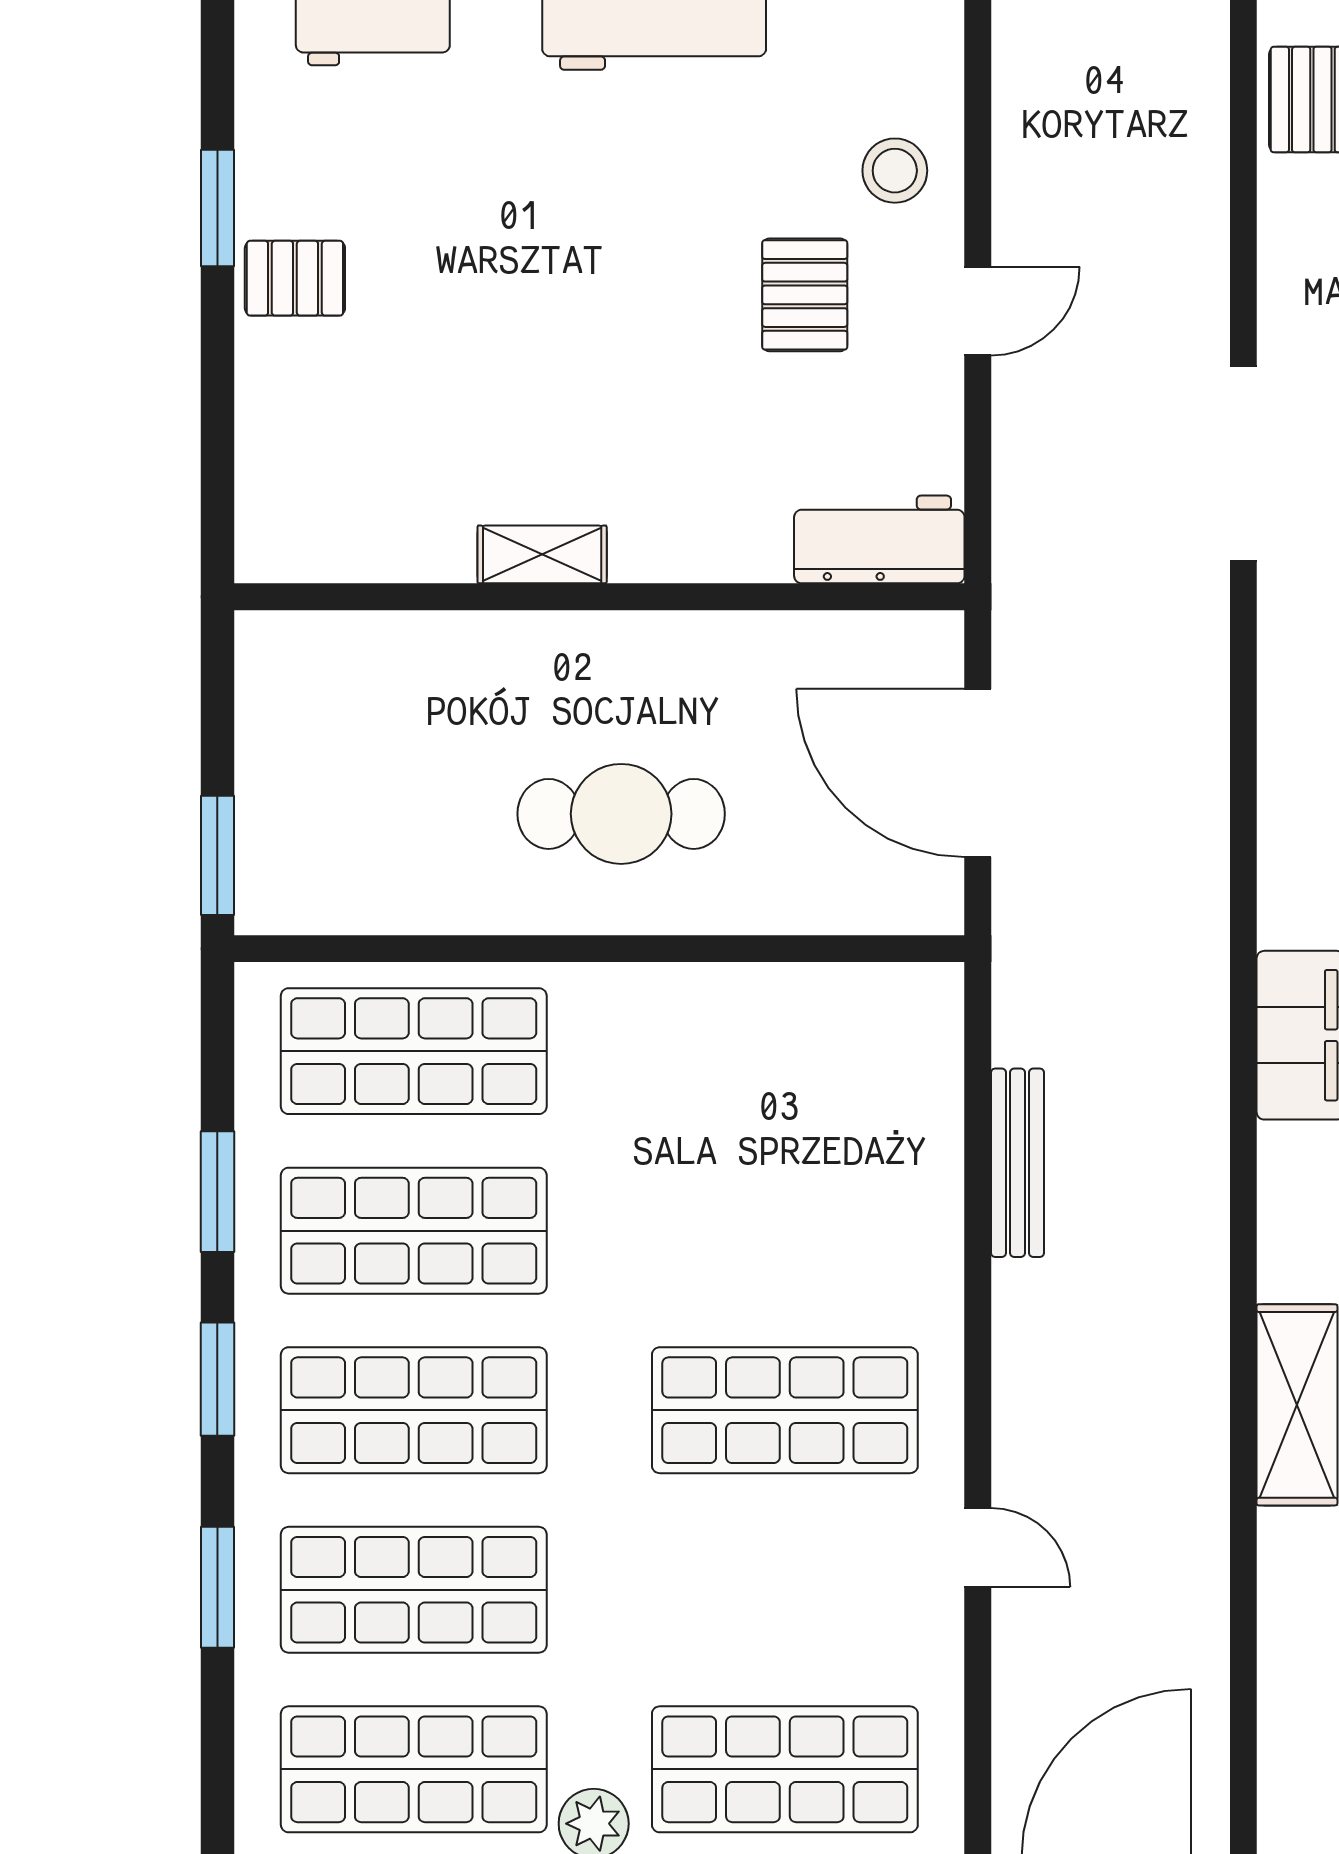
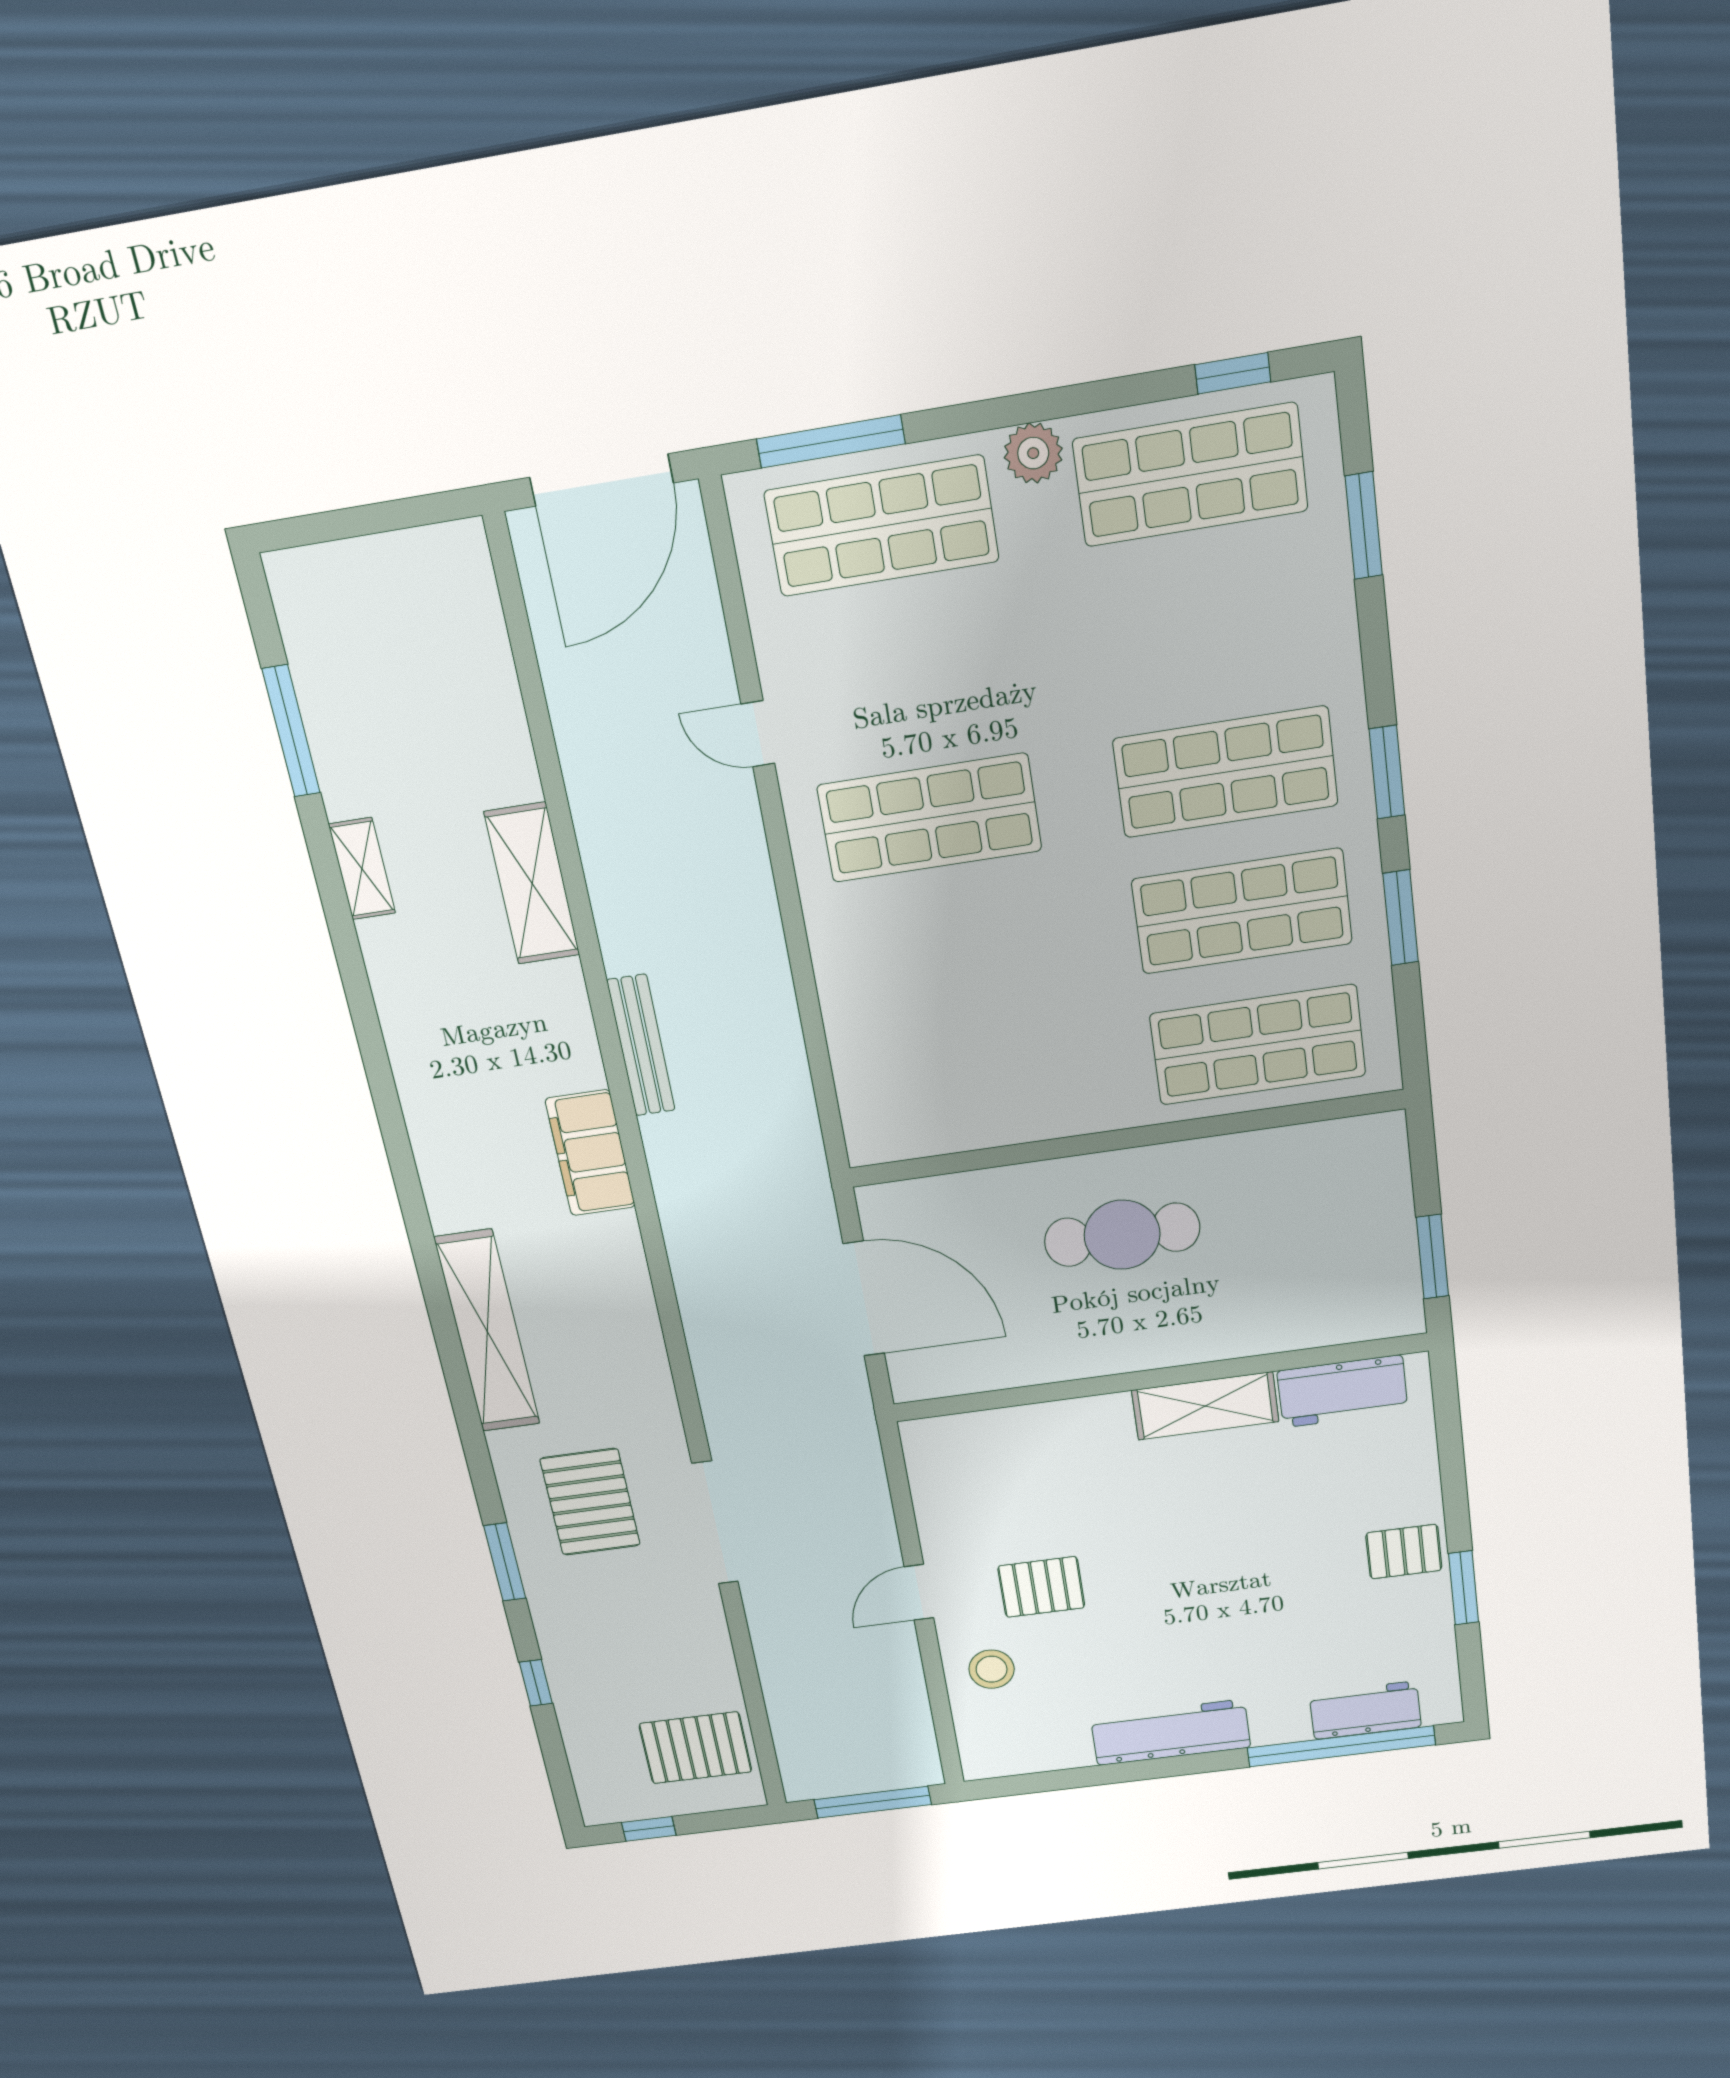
pallet: (805, 295) -> (1041, 1587), turned 90
workbench: (879, 539) -> (1342, 1391), moved
shelving: (542, 554) -> (1205, 1406), width x1.50, depth x1.33
window: (217, 855) -> (1432, 1257), moved
bench: (1017, 1163) -> (641, 1045), moved
window: (217, 1587) -> (1364, 526), moved
shop shelf: (414, 1590) -> (1208, 627), removed

